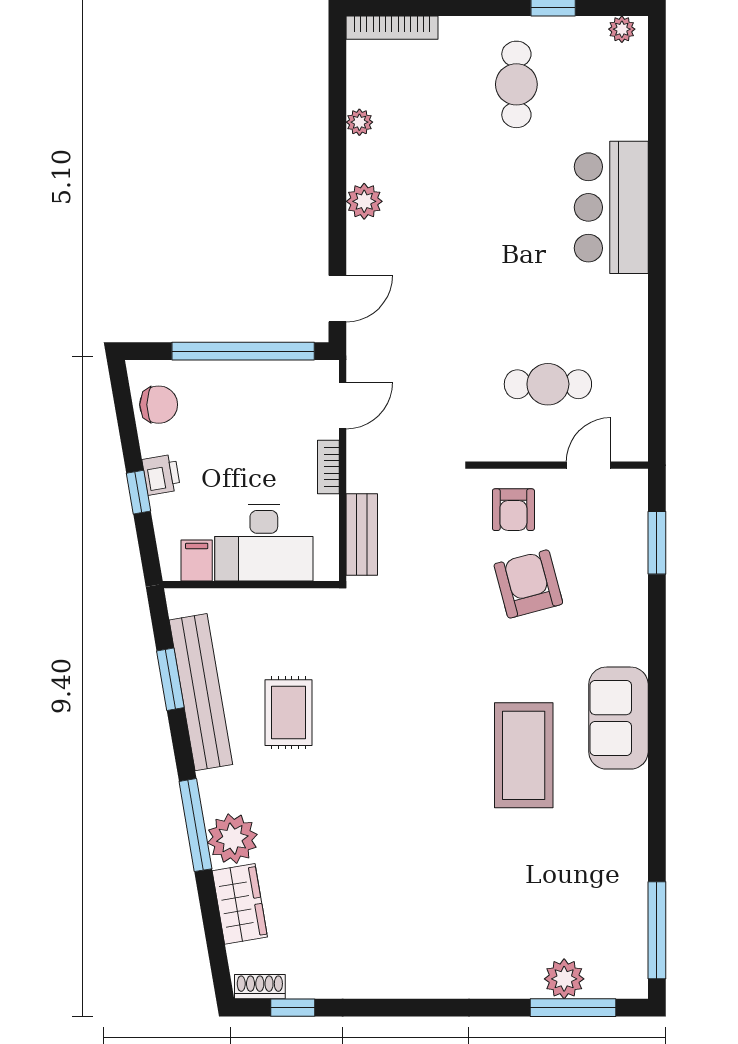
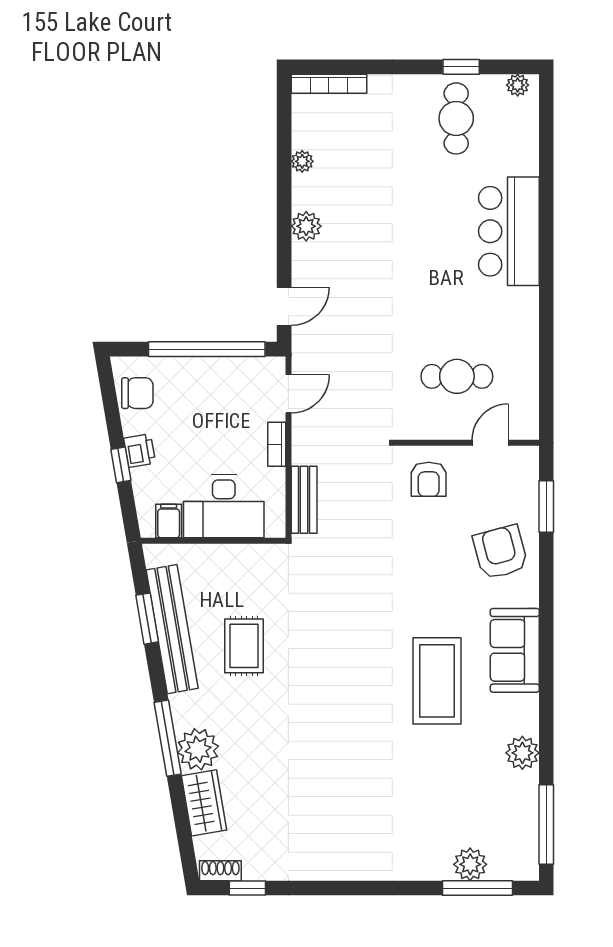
cafe table: (516, 84) -> (456, 118), moved
armchair: (528, 584) -> (500, 552), moved
plant: (628, 843) -> (522, 753), added

